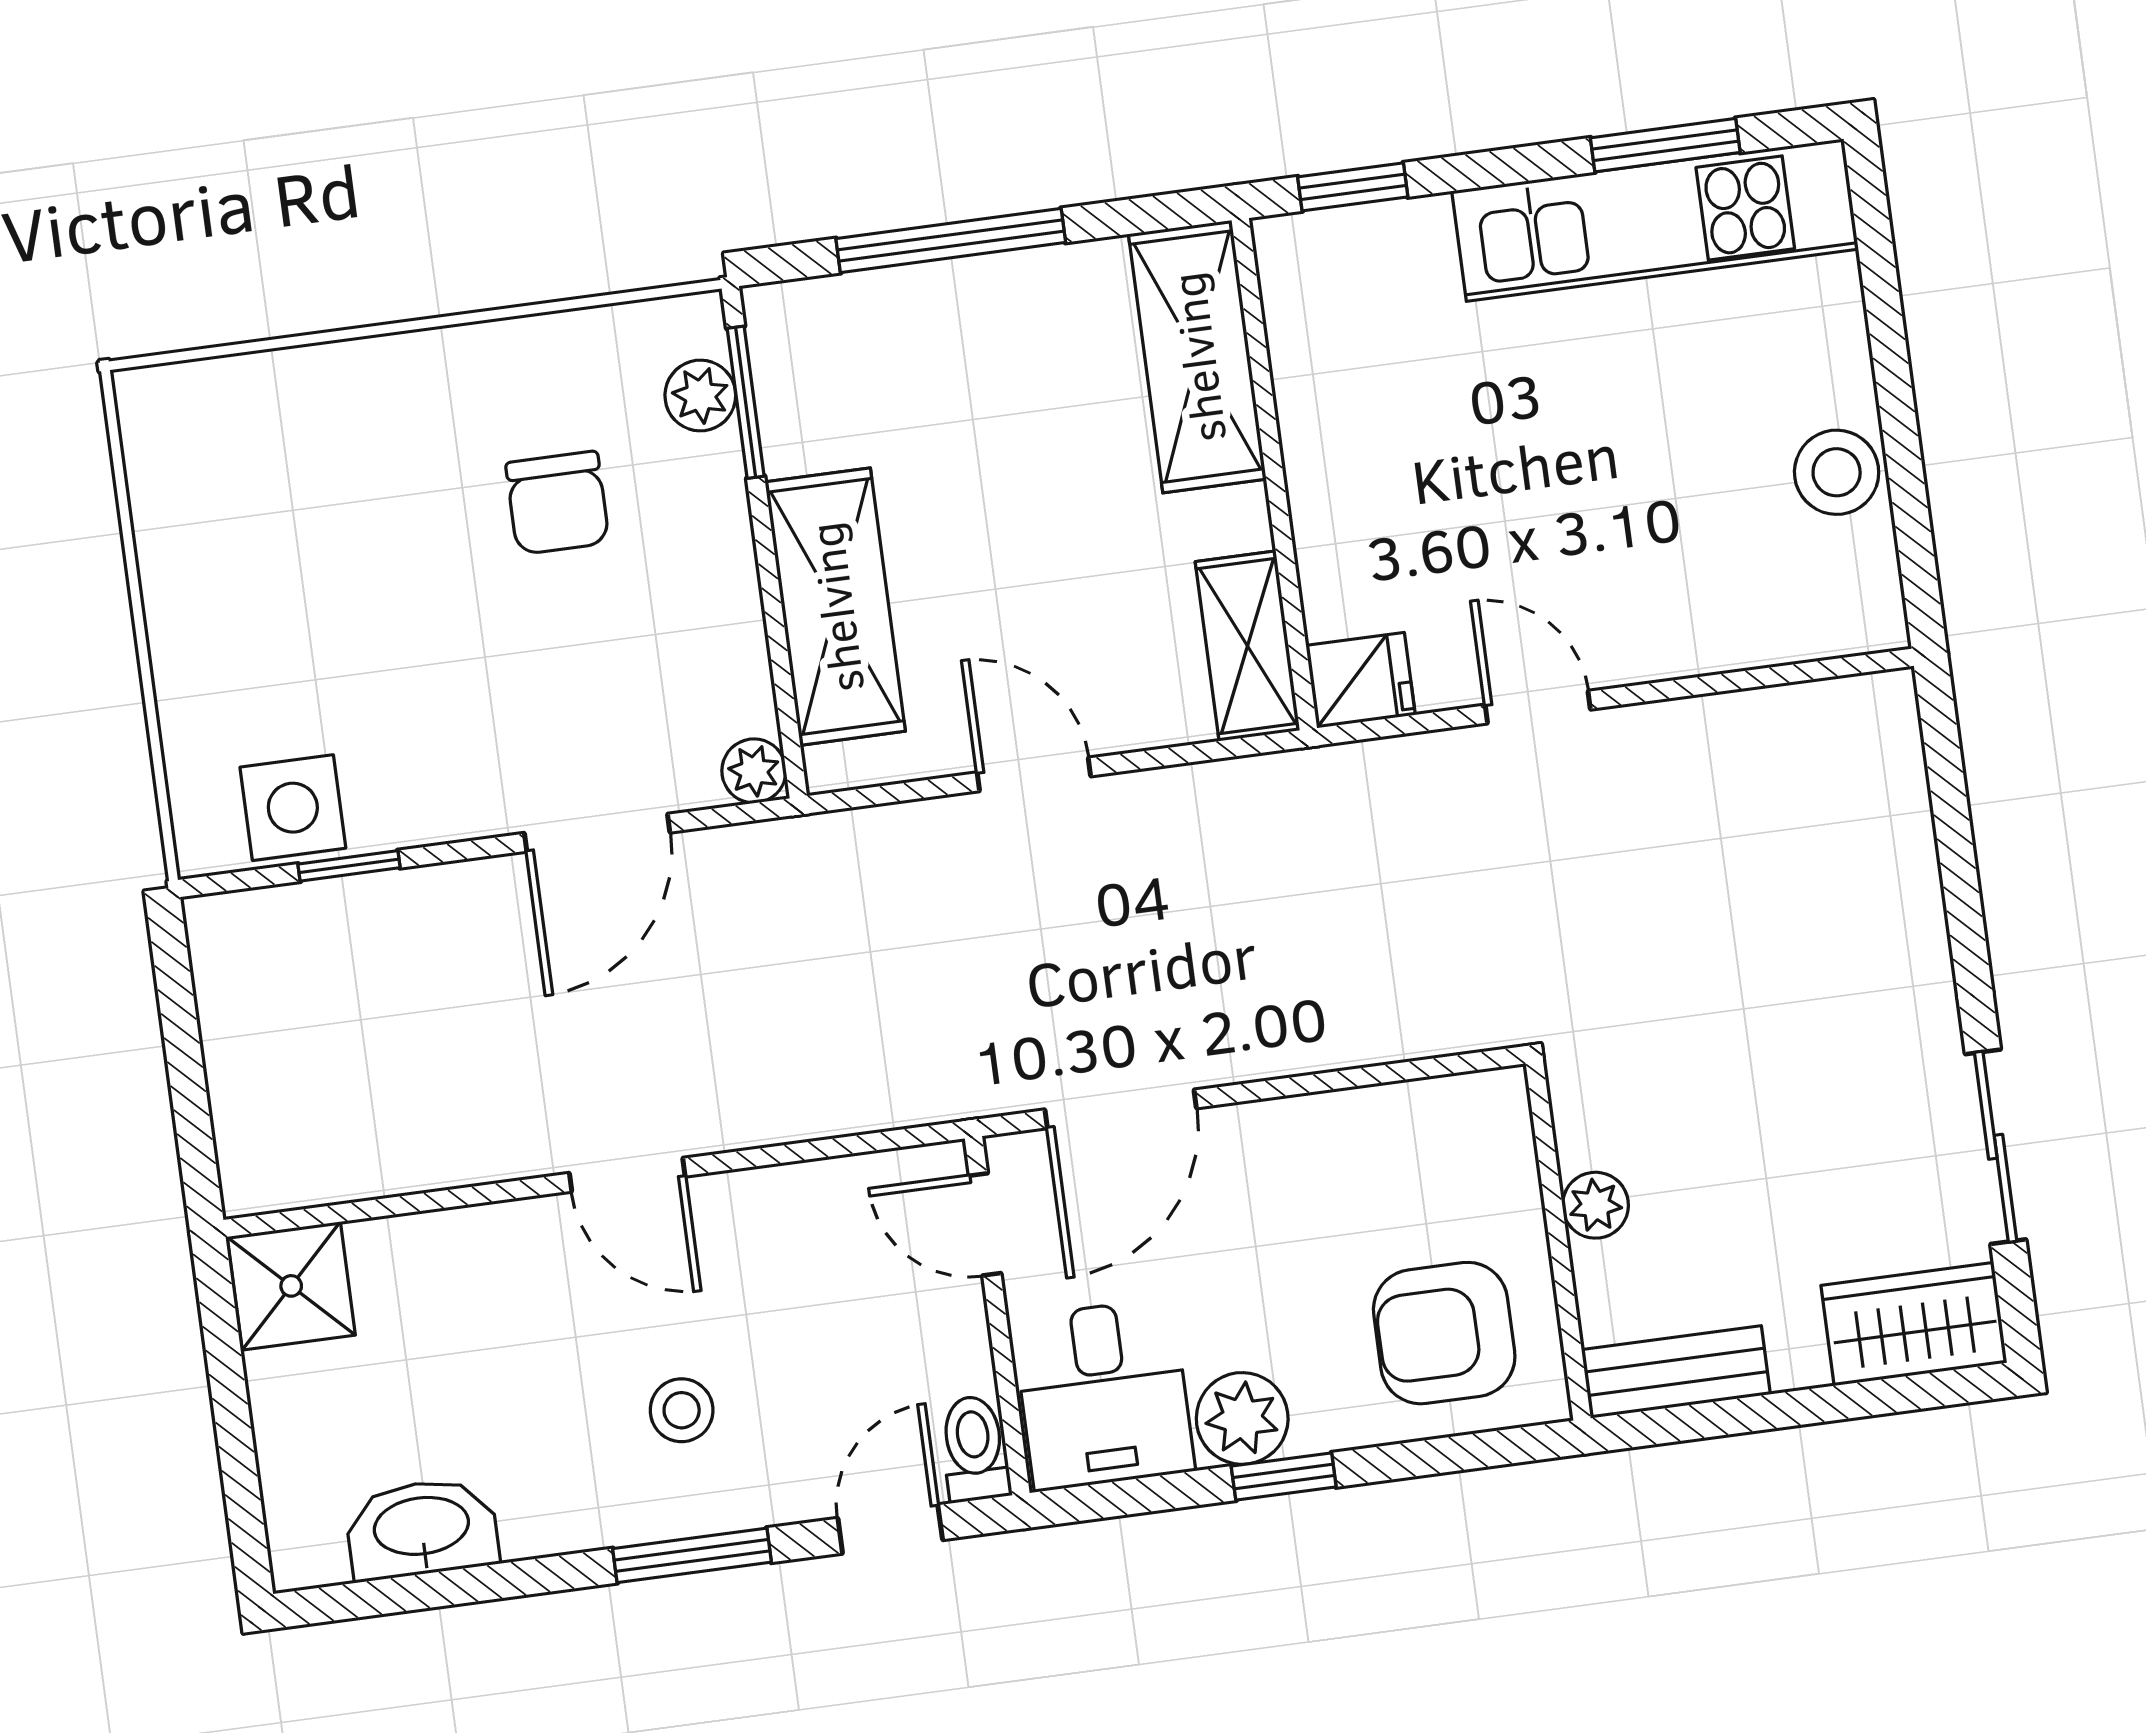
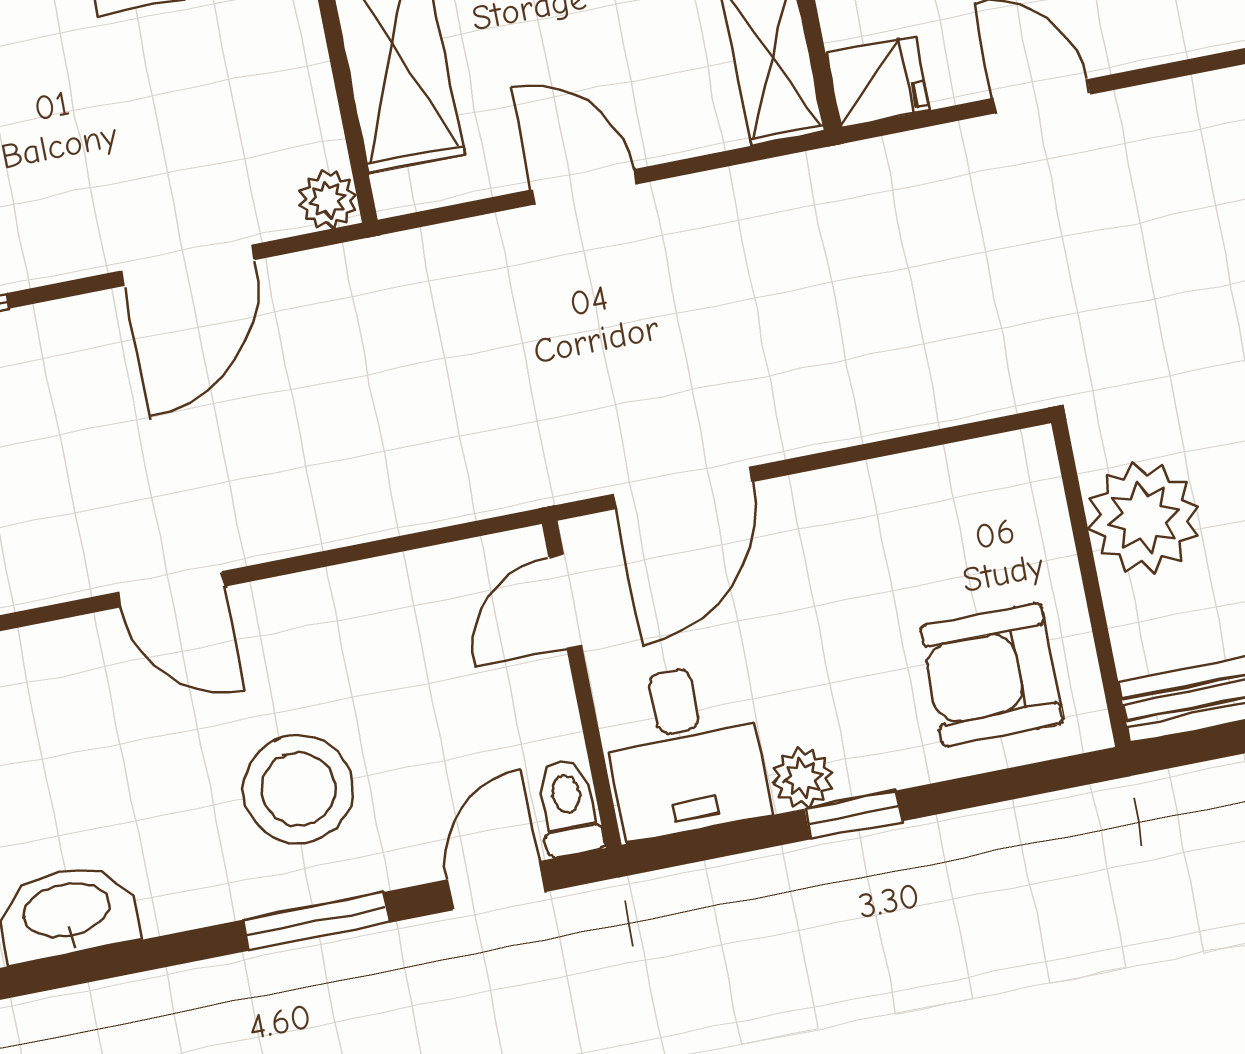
door: (627, 1175) -> (171, 589), moved
plant: (1595, 1205) -> (1144, 518), width x1.88, depth x1.88
door: (985, 1224) -> (565, 601), hinge flipped
stool: (682, 1410) -> (298, 789), width x1.89, depth x1.89
plant: (1242, 1418) -> (803, 778), width x0.73, depth x0.73

